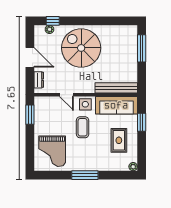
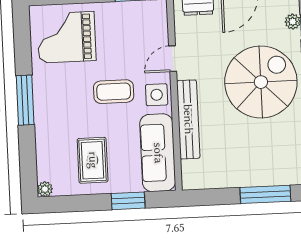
bench: (116, 88) -> (188, 119), moved
rug: (119, 140) -> (93, 160), turned 90

